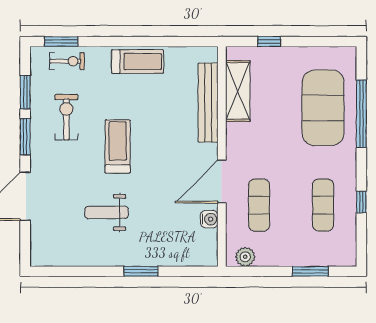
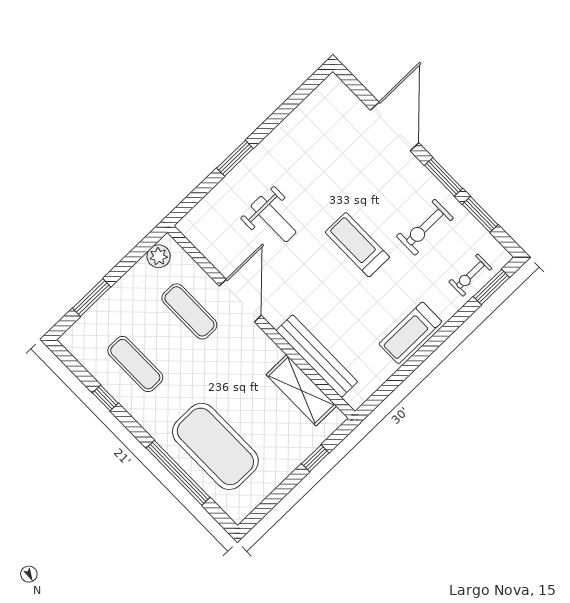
exercise bike: (66, 117) -> (425, 227), turned 90
treadmill: (118, 146) -> (357, 245), turned 180
weight bench: (107, 212) -> (274, 219), moved, turned 90
water cooler: (209, 219) -> (220, 258), removed

